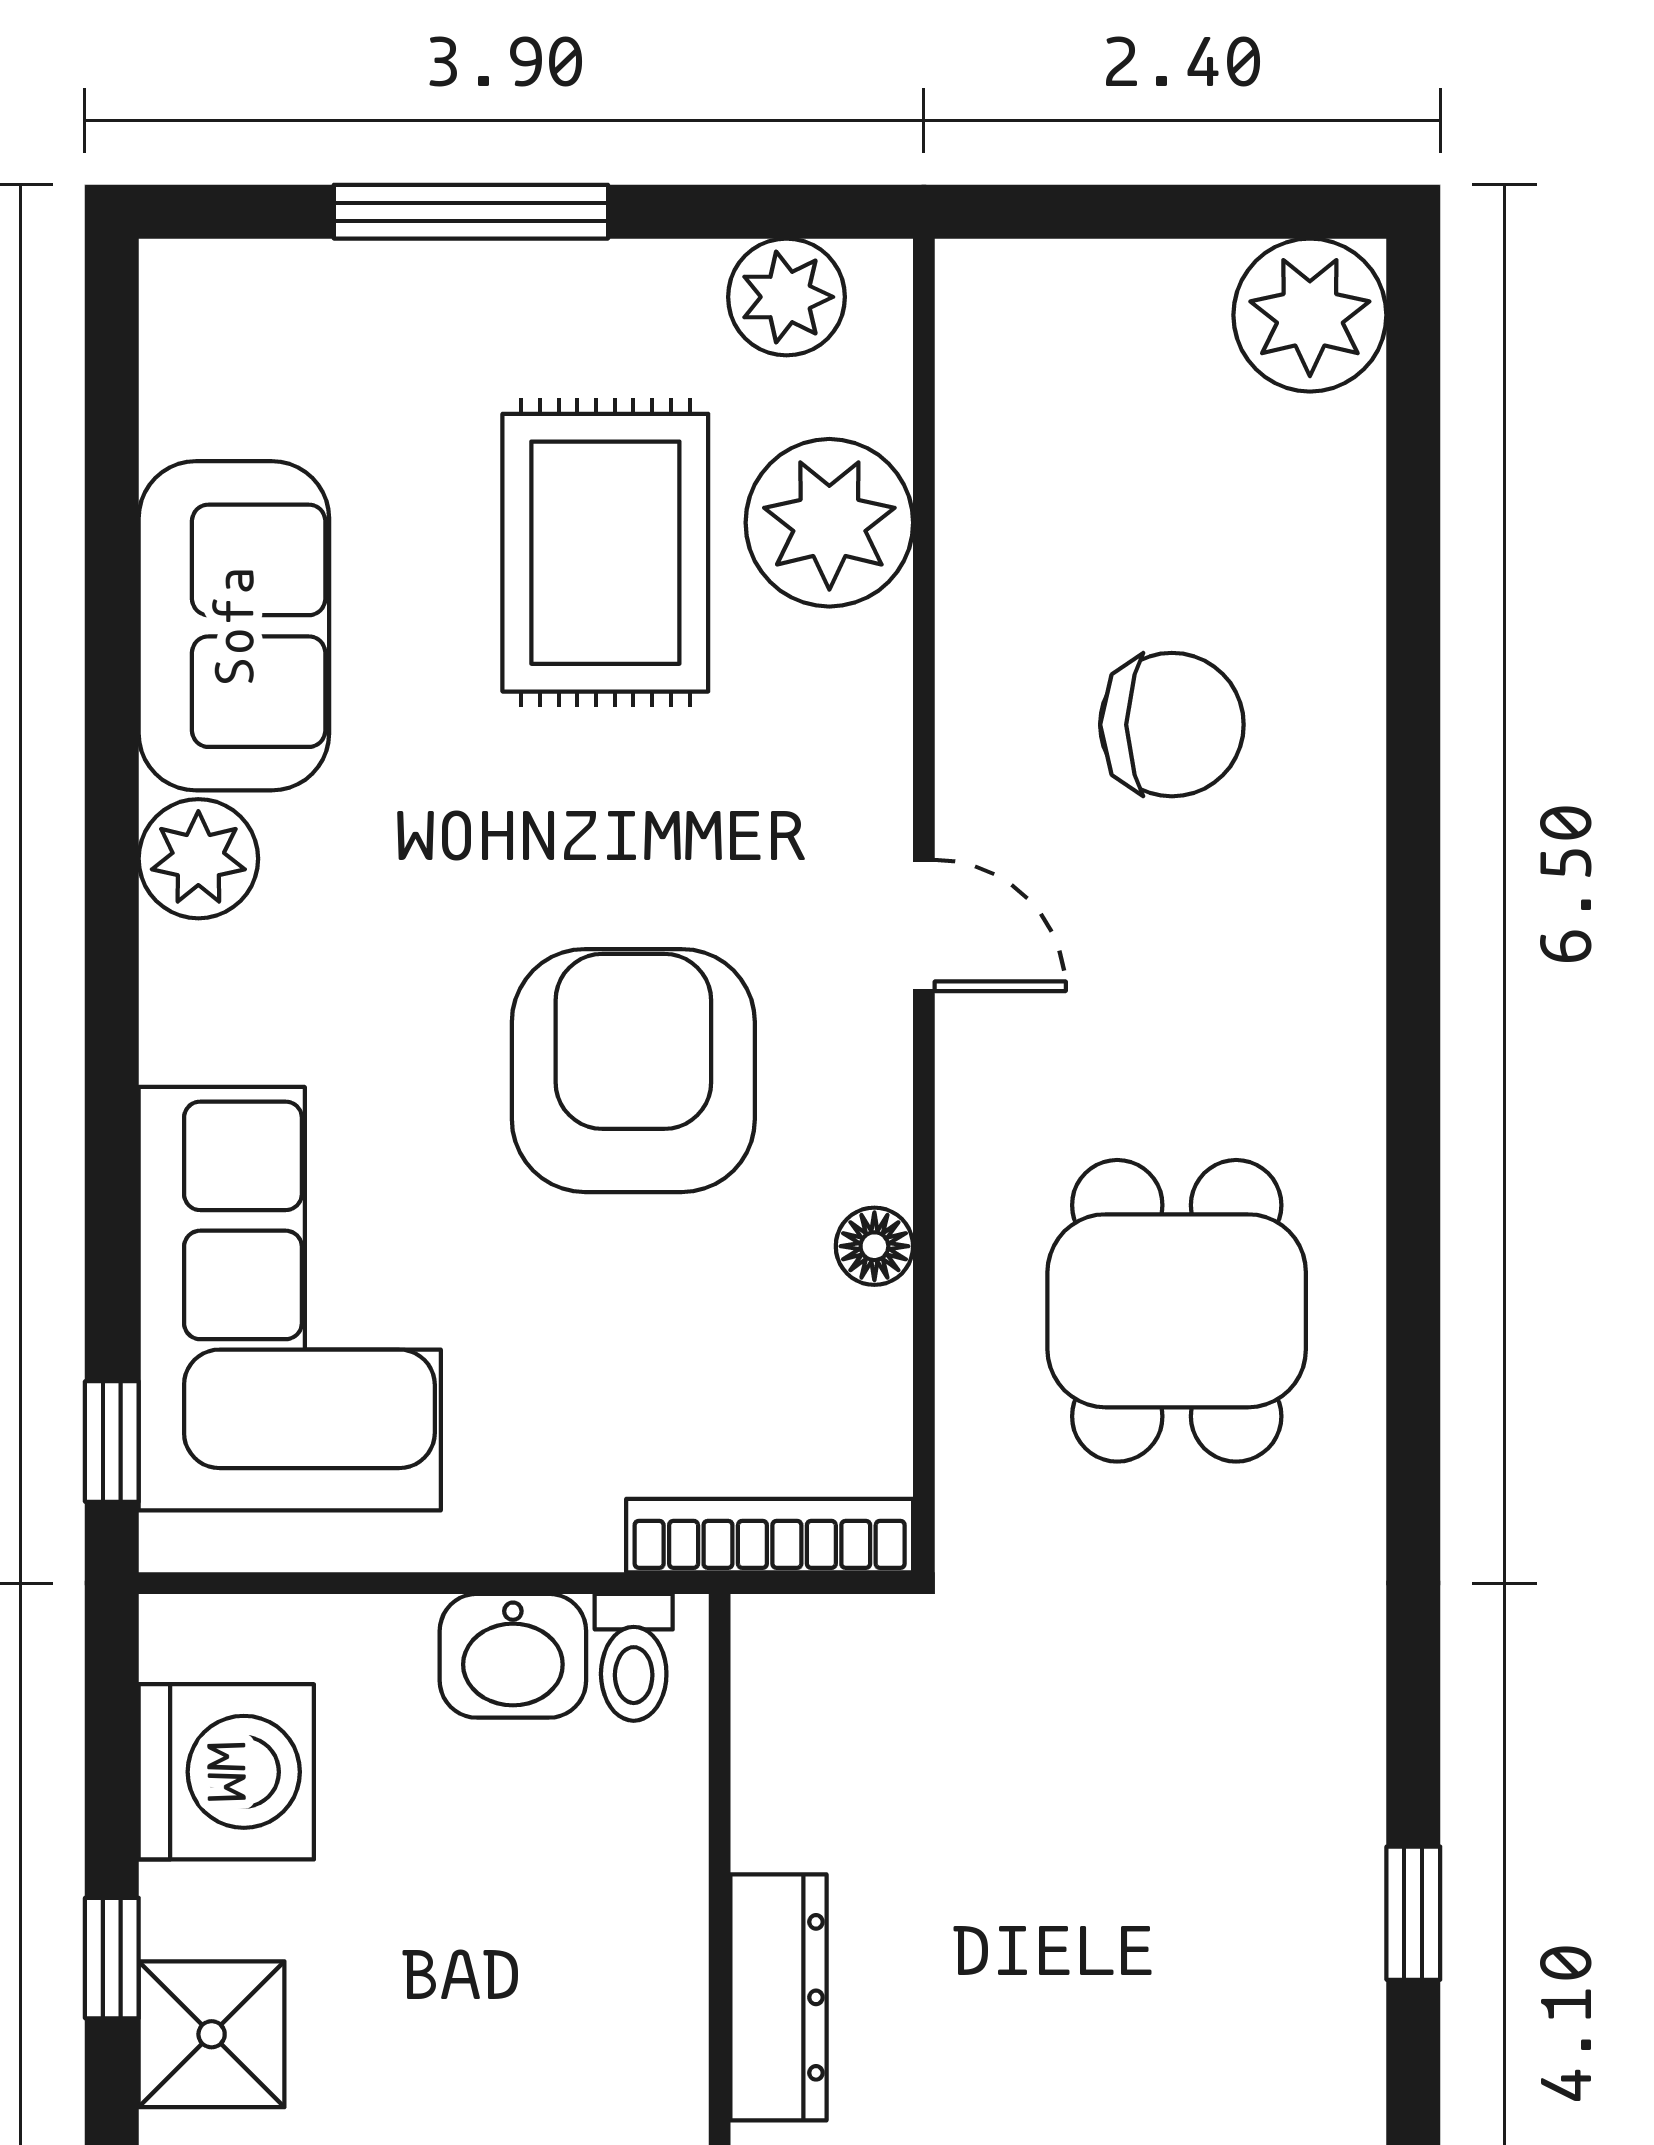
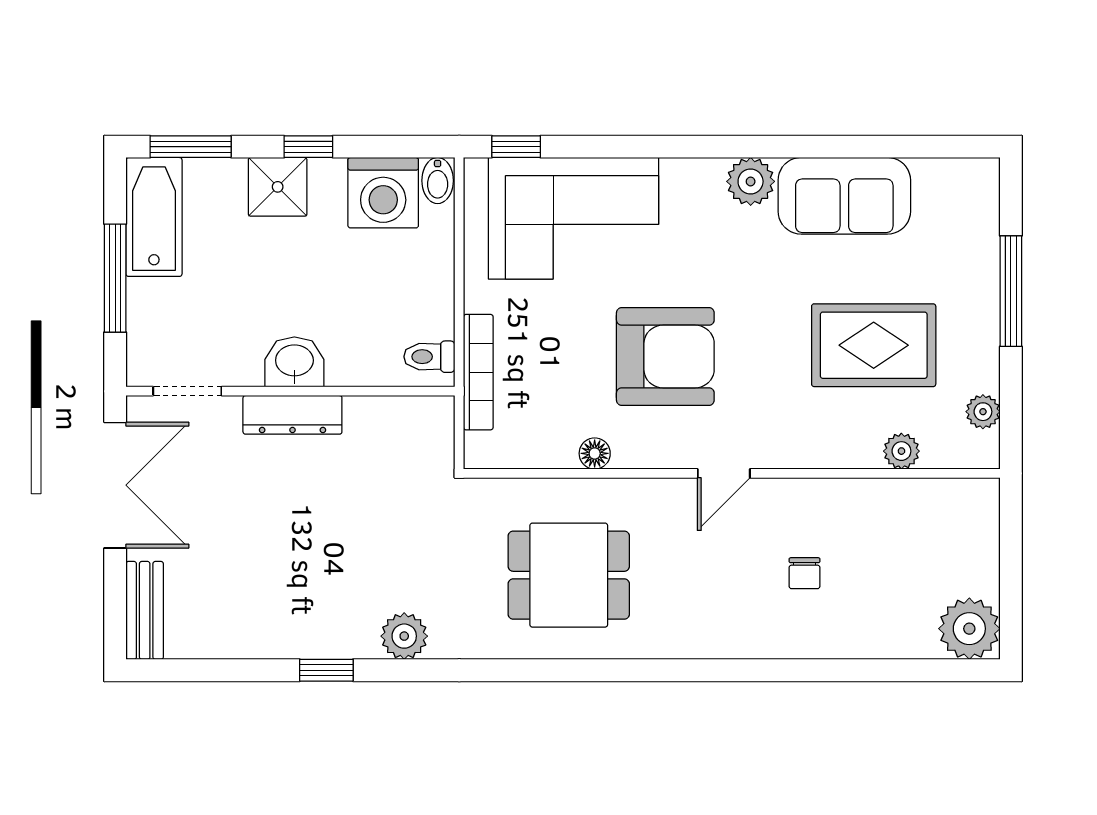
plant: (786, 297) -> (983, 412), width x0.73, depth x0.73
plant: (829, 523) -> (901, 451), width x0.53, depth x0.53
chair: (1172, 725) -> (805, 573), width x0.54, depth x0.54
bookcase: (770, 1536) -> (478, 372), moved
bidet: (196, 1637) -> (438, 181), added
washbasin: (513, 1656) -> (294, 362), moved, turned 90
plant: (1328, 1720) -> (404, 636), added

